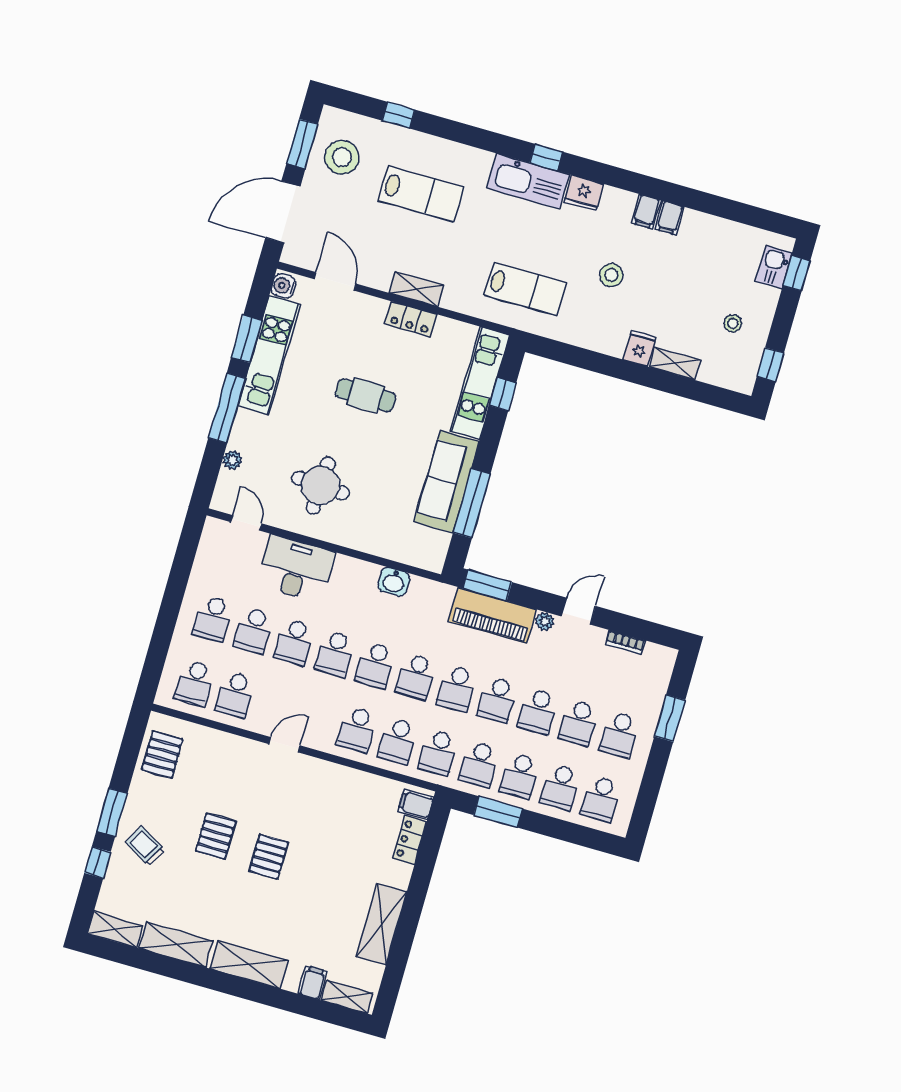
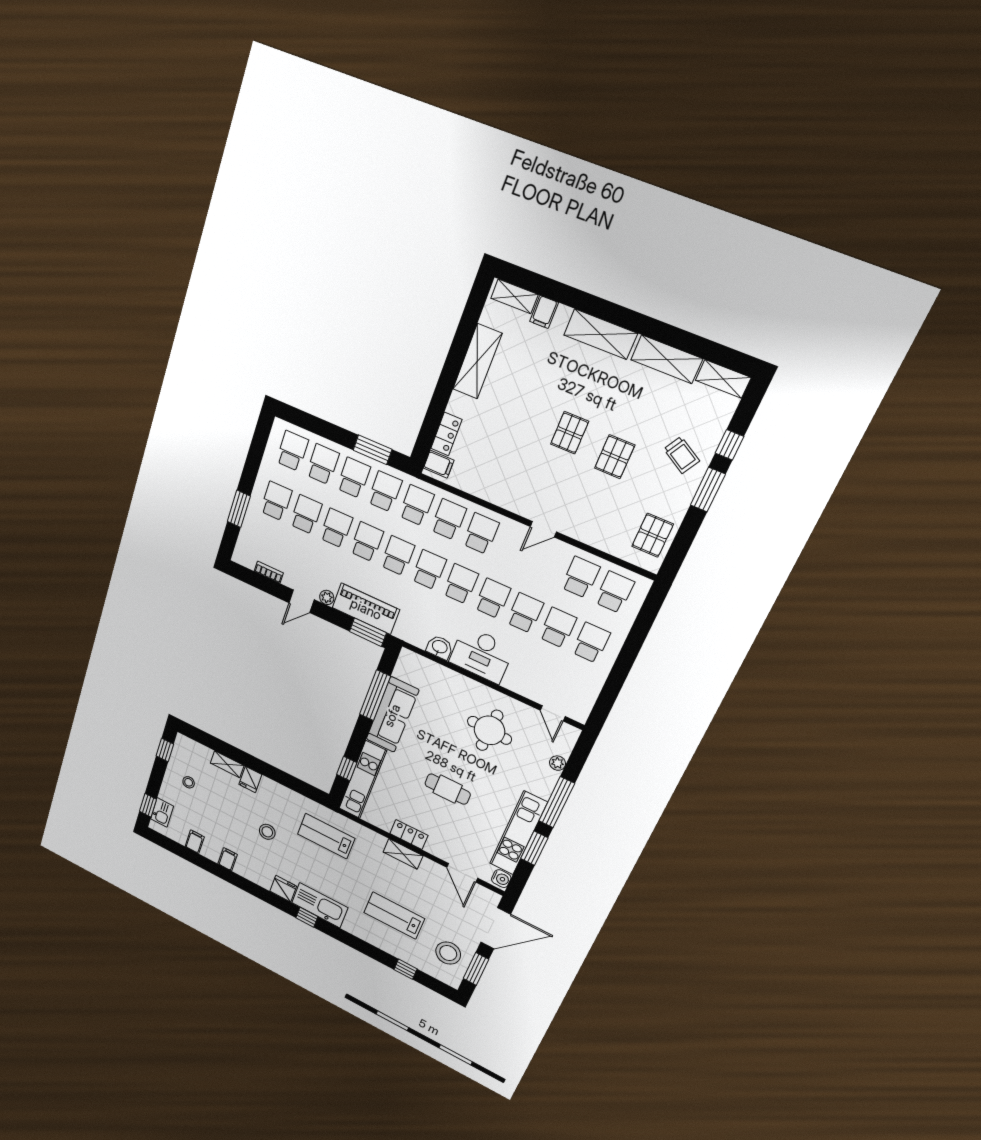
filing cabinet: (646, 212) -> (195, 842), moved
desk: (296, 569) -> (481, 655), moved

